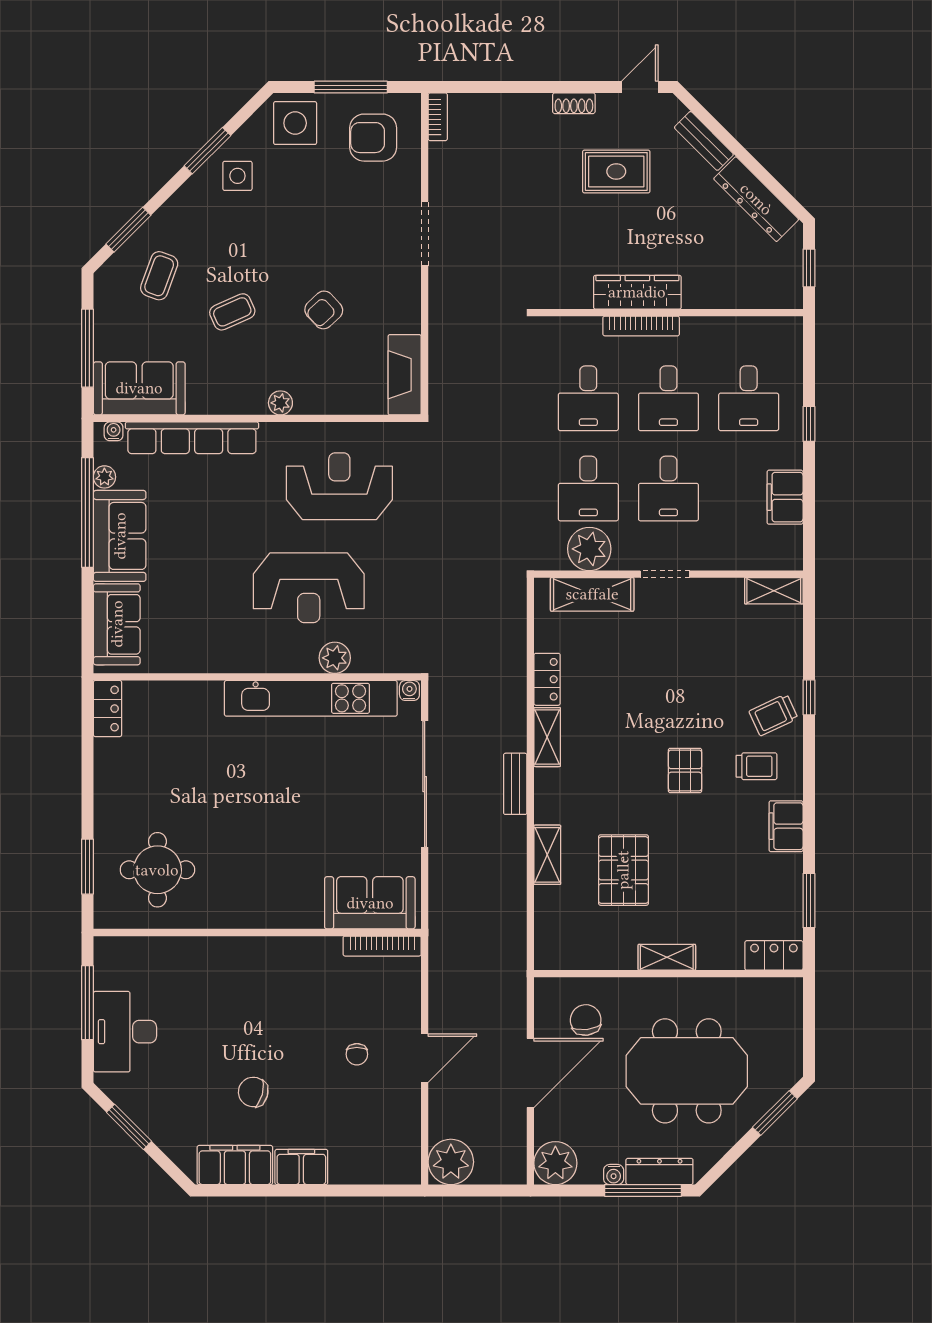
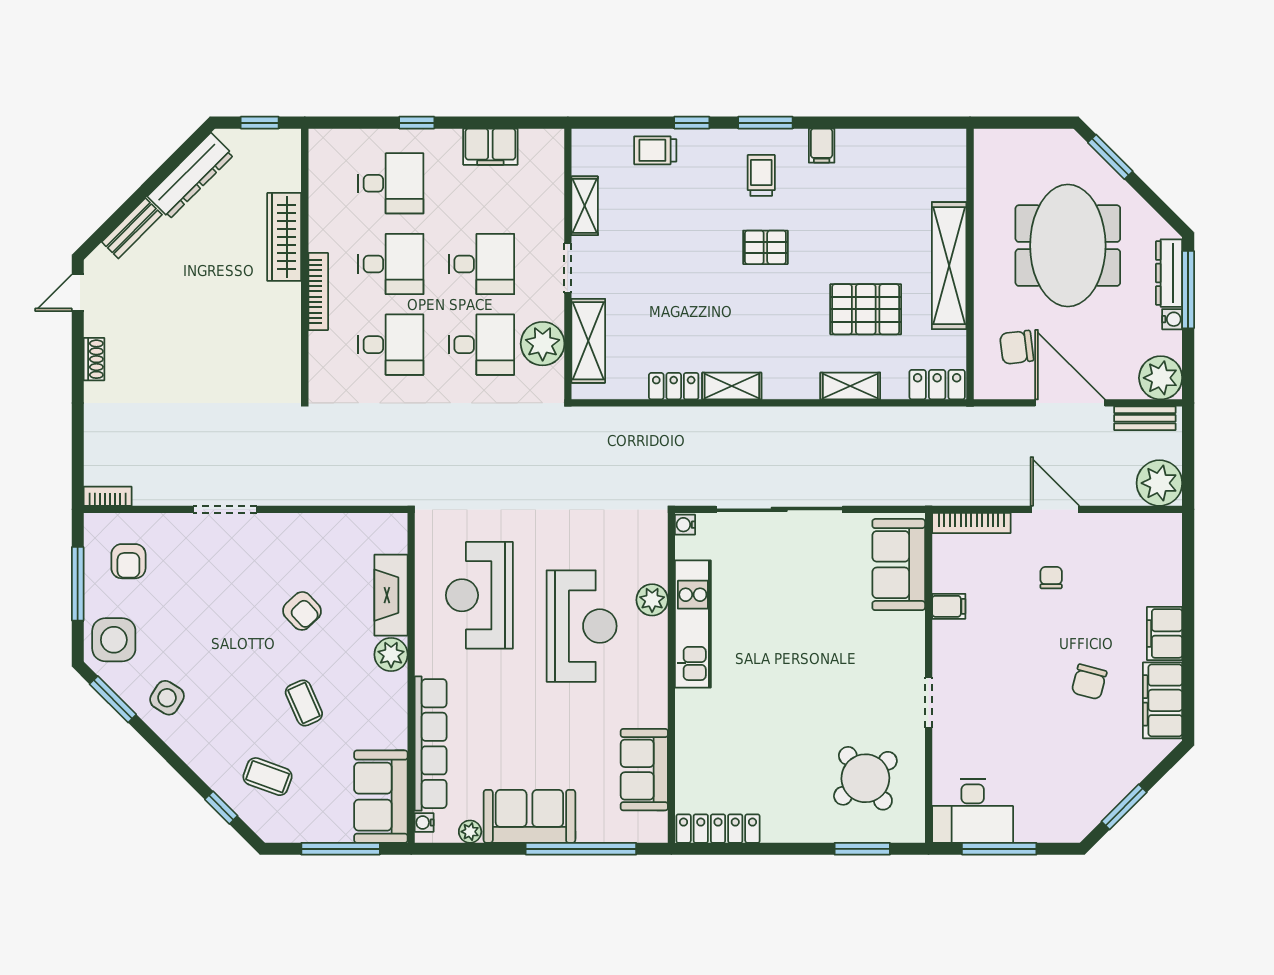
door: (640, 87) -> (78, 293), hinge flipped
armchair: (373, 138) -> (128, 561), width x0.72, depth x0.72
window: (207, 151) -> (113, 699), moved
rug: (616, 171) -> (163, 317), removed
side table: (237, 176) -> (167, 698), turned 32
window: (128, 230) -> (221, 808), width x0.67
wardrobe: (637, 292) -> (284, 237), moved
fireplace: (405, 375) -> (391, 595), moved, turned 90
plant: (280, 403) -> (391, 655), width x1.38, depth x1.38
window: (87, 512) -> (581, 849), moved
shelving: (774, 591) -> (585, 206), moved
sofa: (117, 624) -> (644, 770), moved, turned -90
kitchen unit: (311, 698) -> (693, 624), width x0.73
locker: (107, 709) -> (718, 829), width x1.53
trolley: (773, 715) -> (655, 150), moved, turned 115
bench: (515, 784) -> (1145, 418), moved
filing cabinet: (786, 826) -> (822, 146), width x0.50
round table: (157, 870) -> (865, 778), turned -38
window: (809, 901) -> (765, 123), moved
doorway: (233, 933) -> (929, 703), added
bookcase: (382, 946) -> (971, 523), moved, turned 90
filing cabinet: (328, 953) -> (949, 606), added
locker: (774, 955) -> (937, 385), moved, turned 90
shelving: (667, 957) -> (949, 266), width x2.20, depth x1.33
desk: (125, 1032) -> (973, 811), moved
chair: (357, 1054) -> (1051, 578), turned -90

